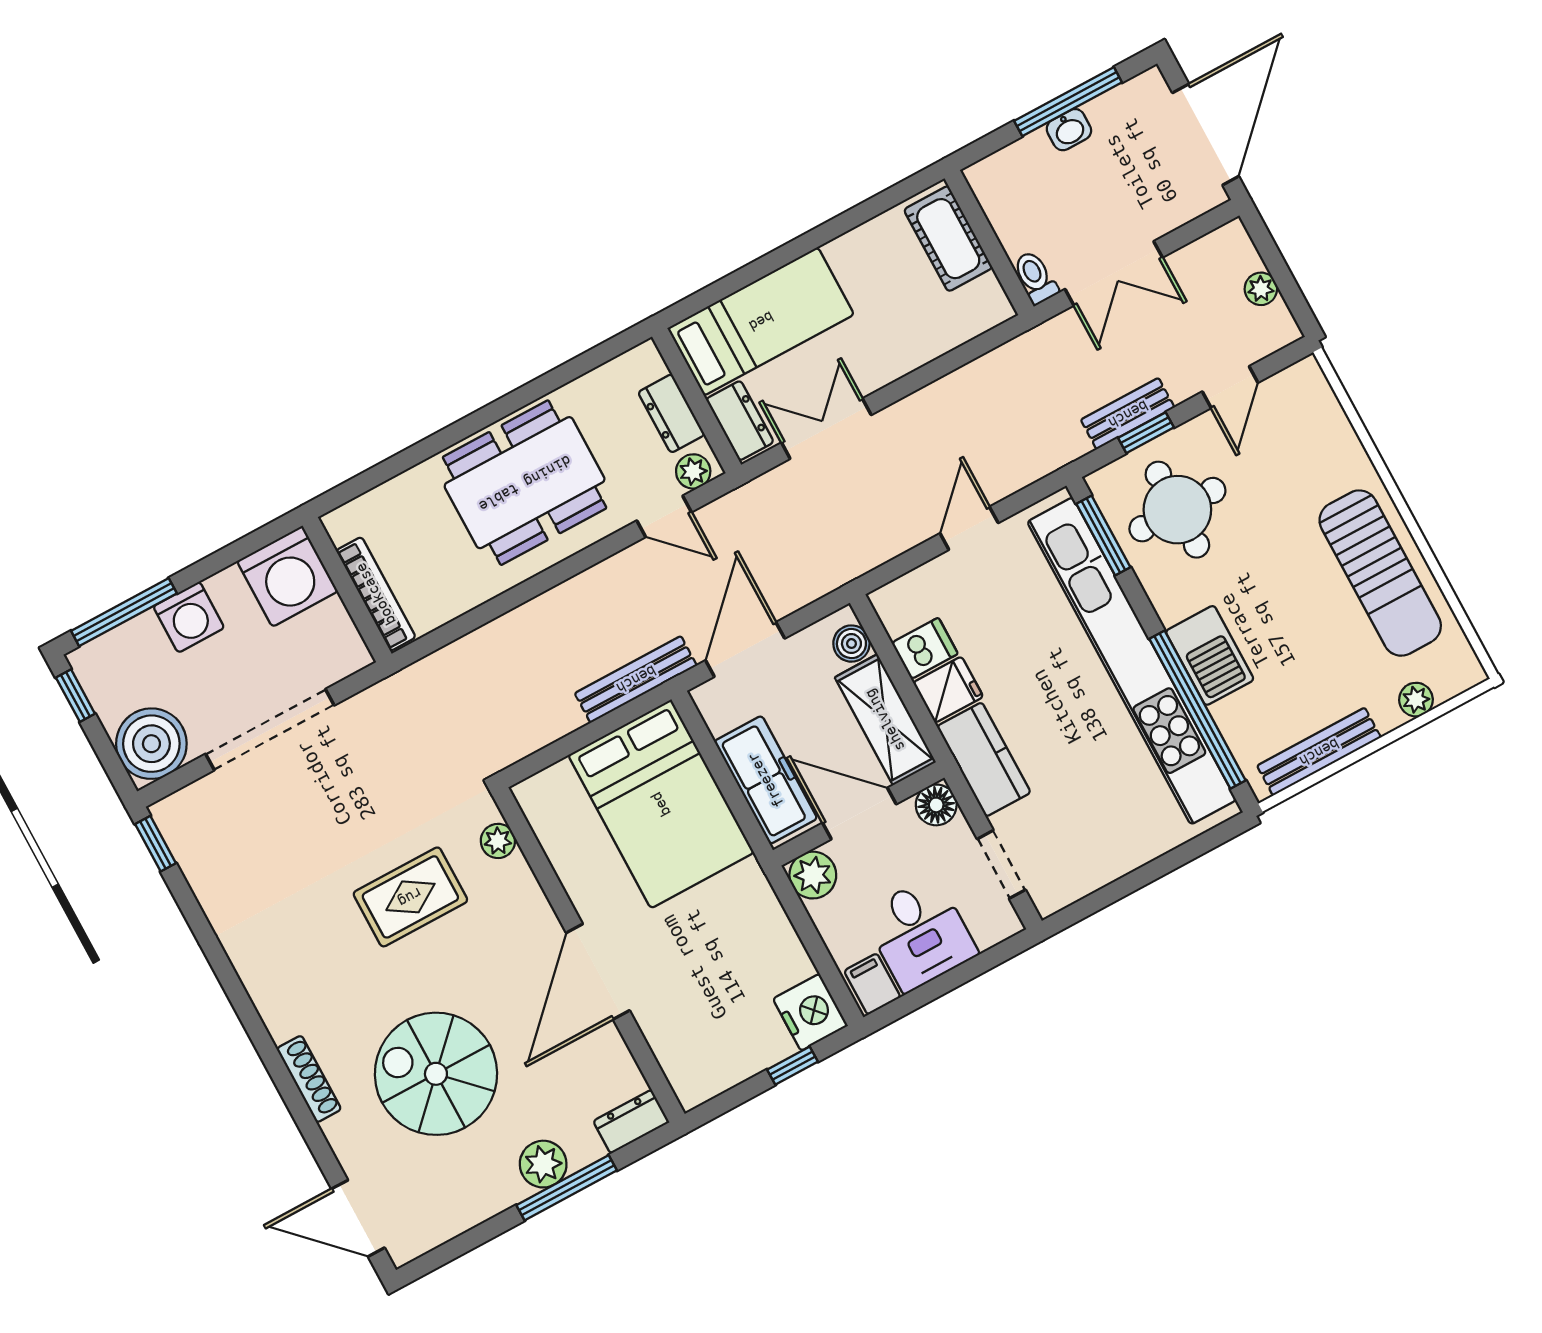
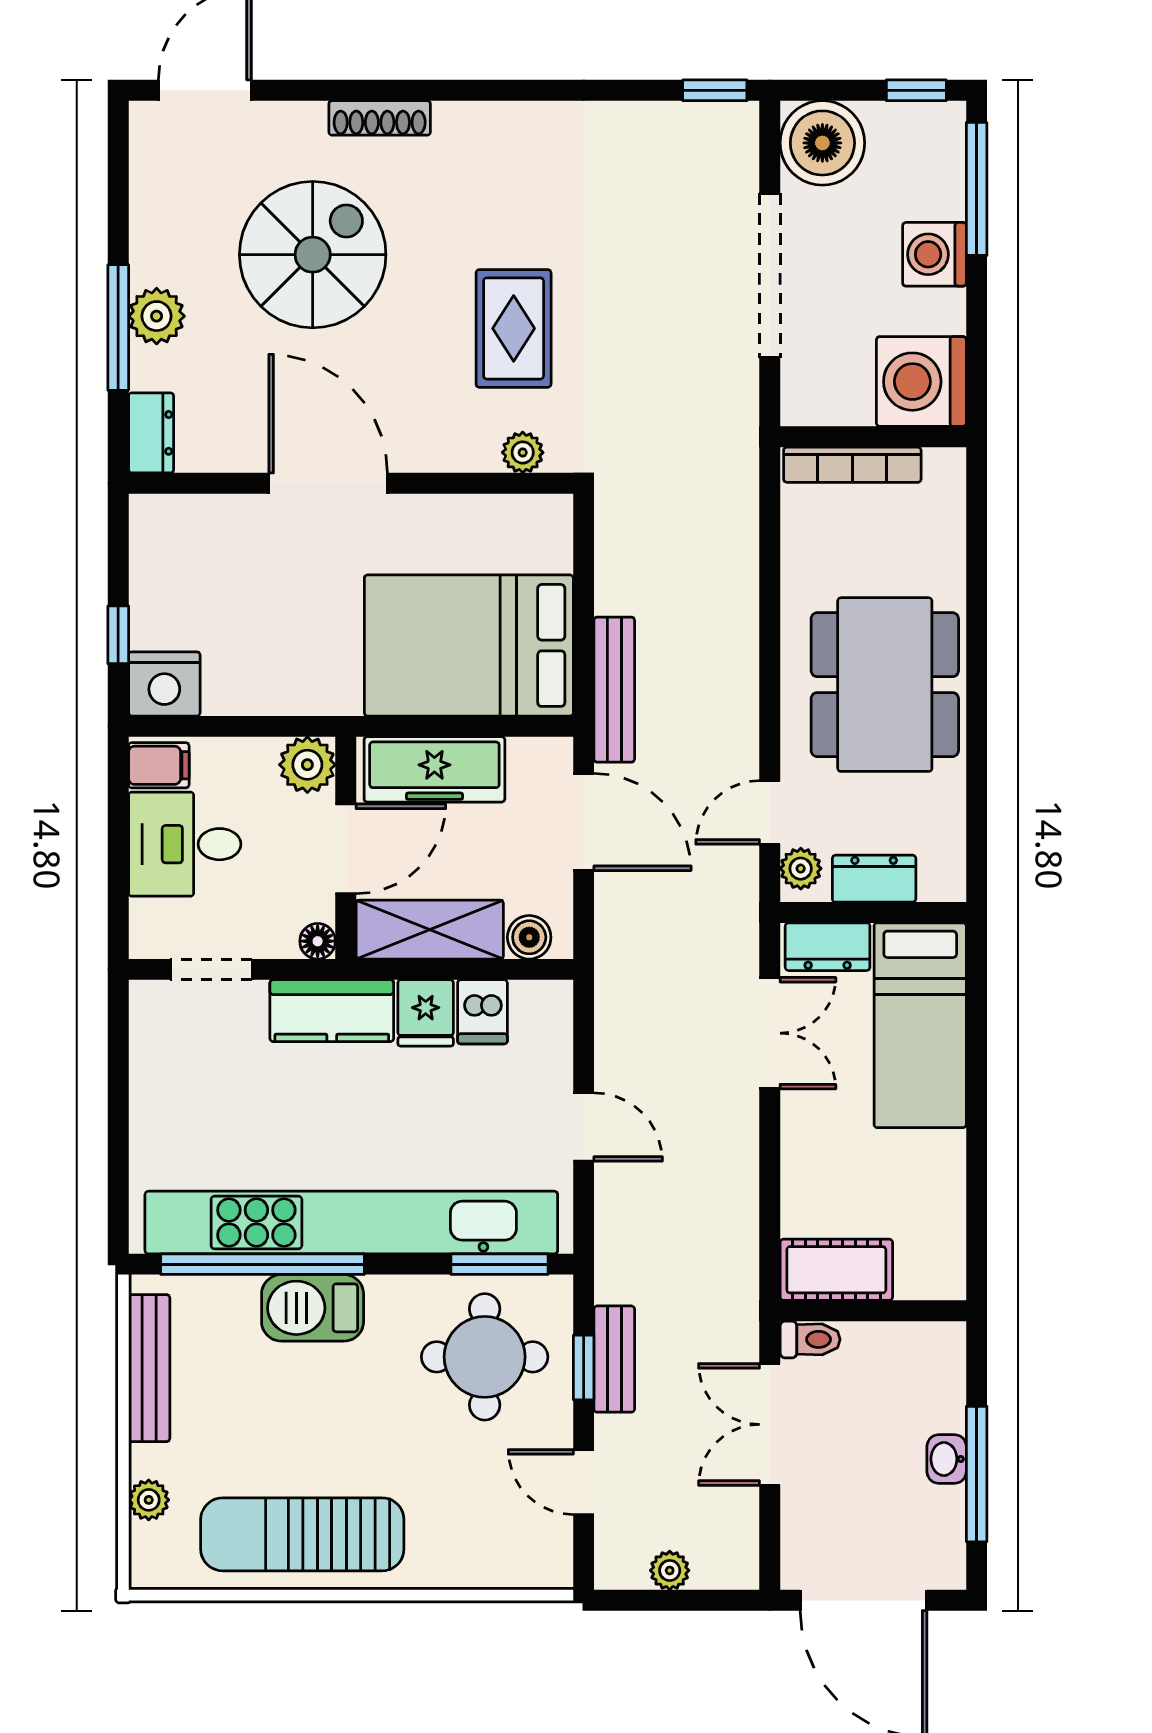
cot: (948, 239) -> (836, 1270), moved
floor lamp: (936, 805) -> (318, 941), width x0.73, depth x0.73

